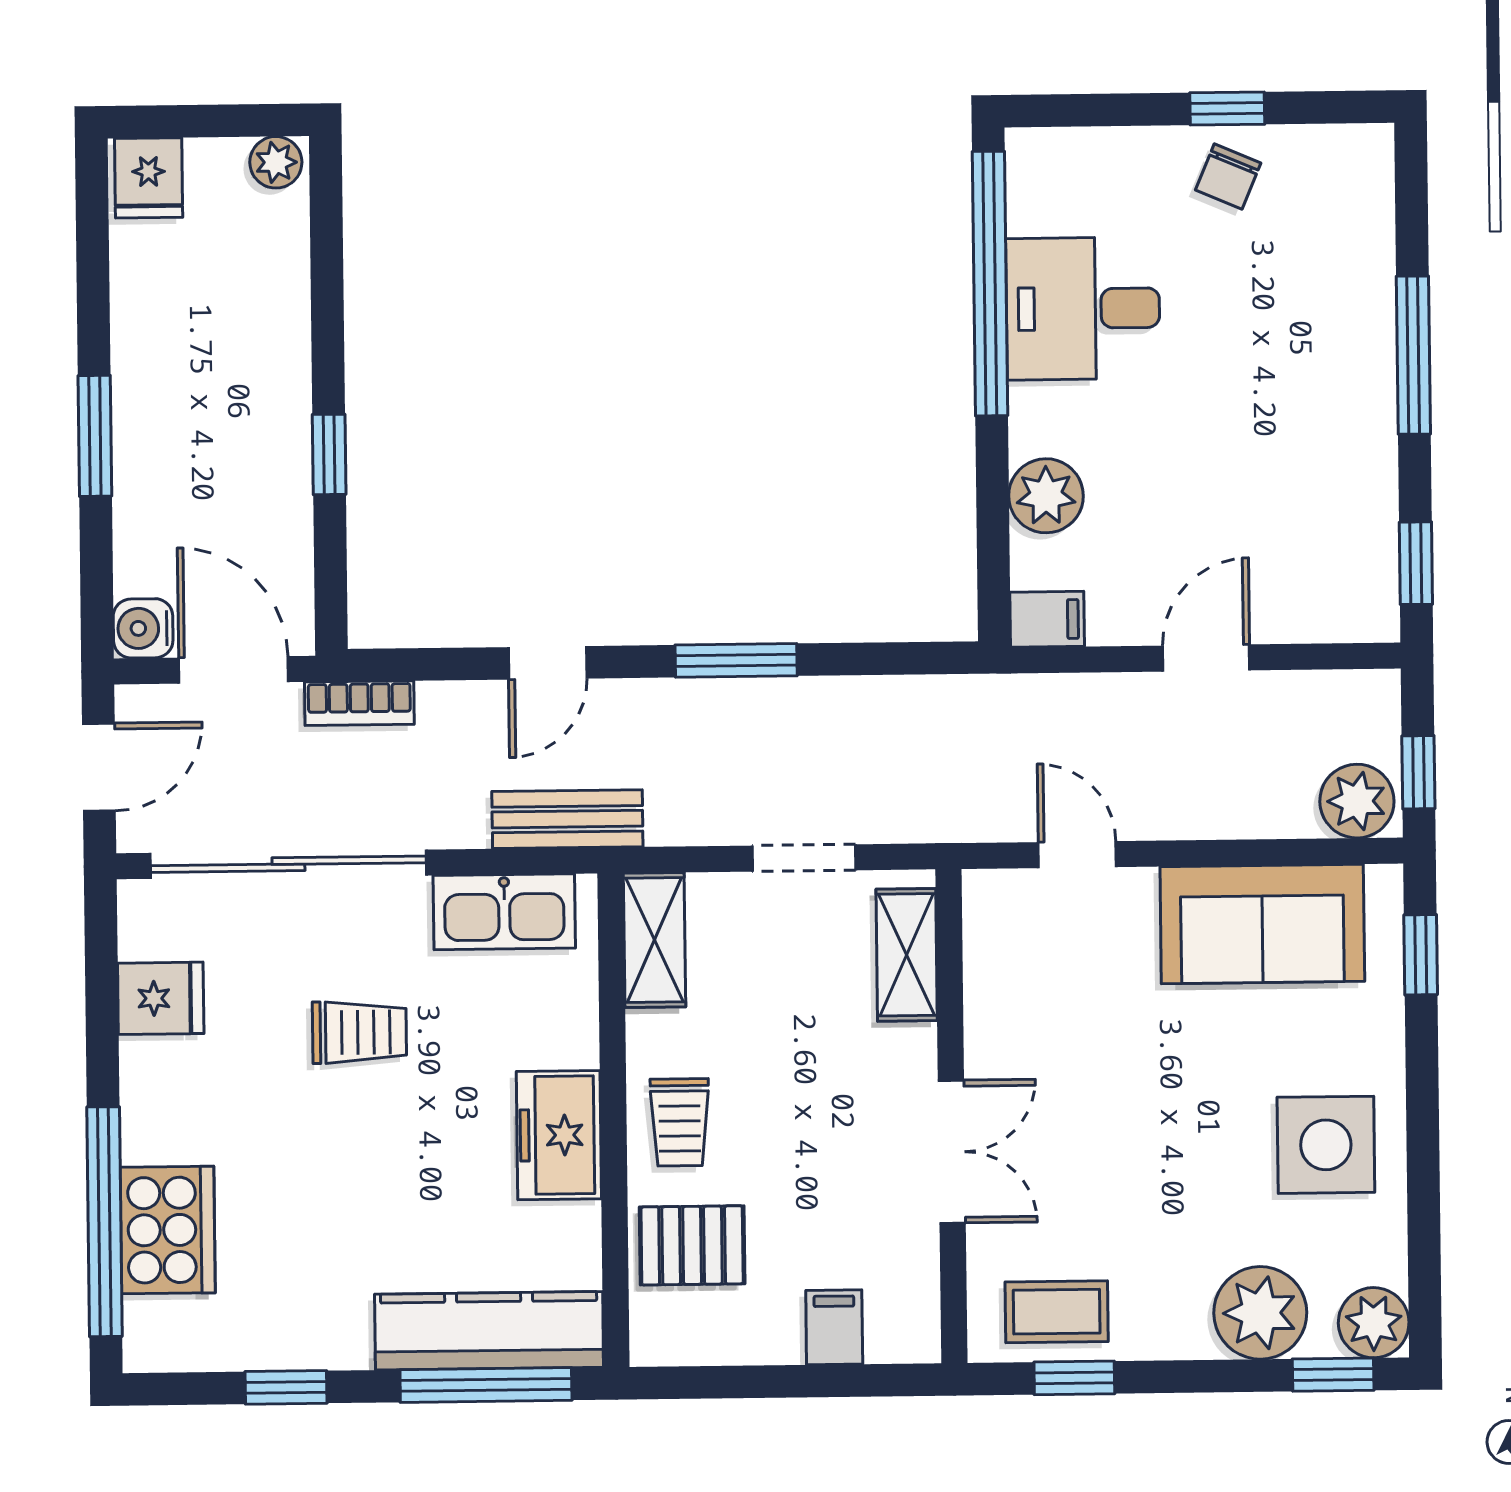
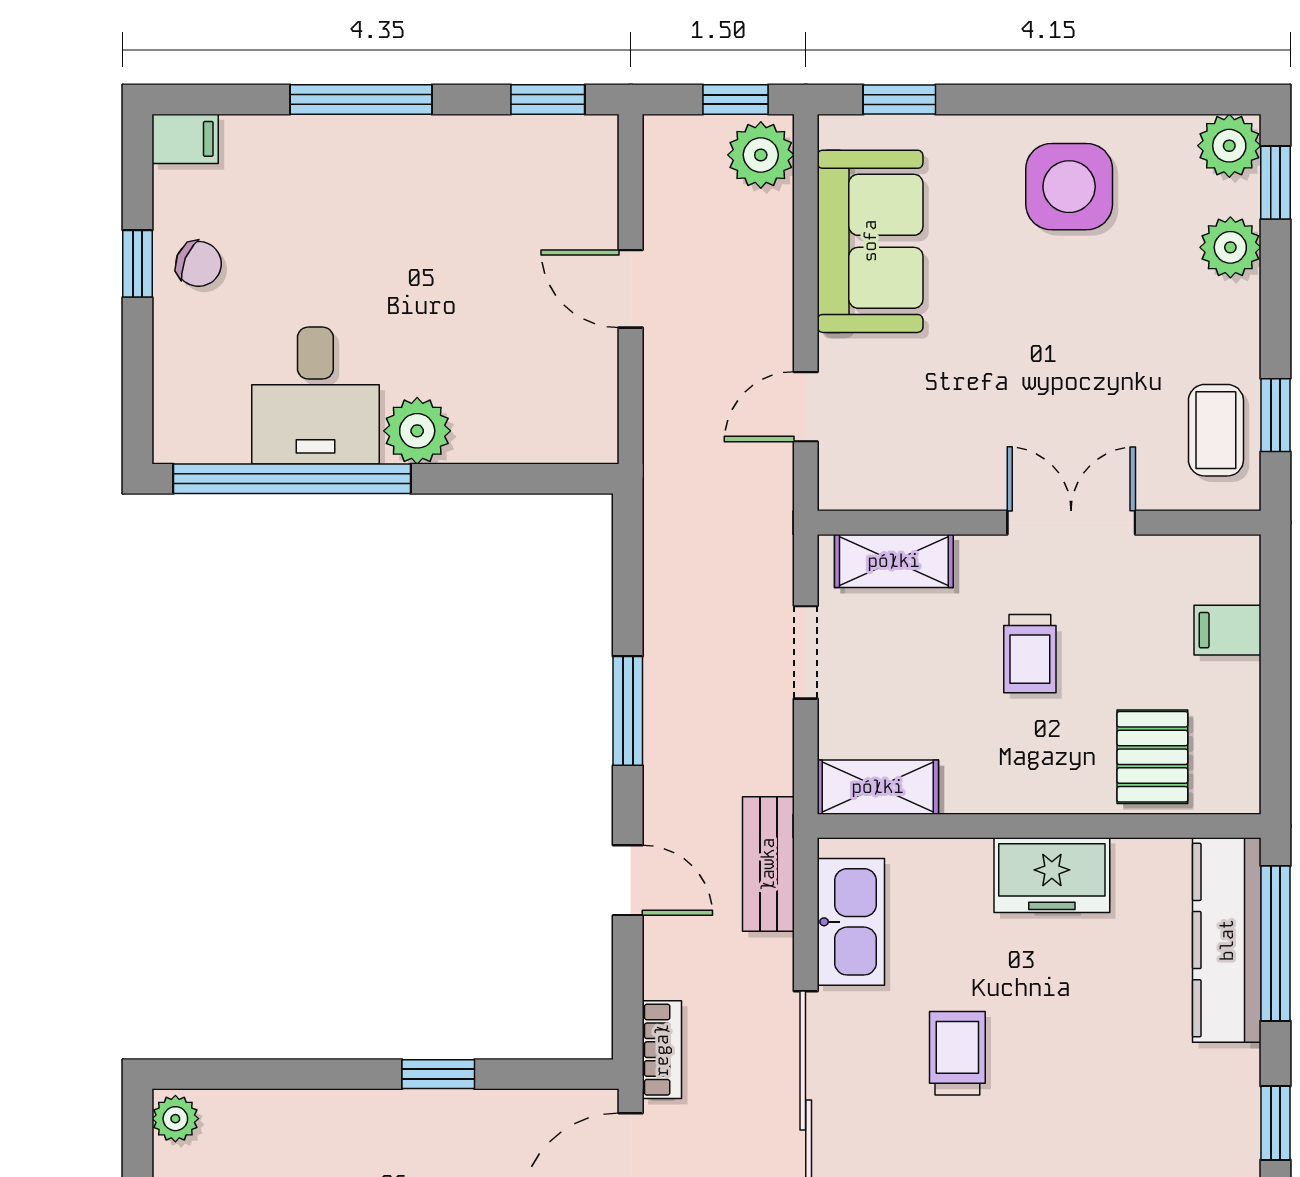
plant: (1046, 496) -> (417, 431), moved
filing cabinet: (1047, 619) -> (185, 139), moved, turned 90
trolley: (680, 1122) -> (1030, 654), moved, turned 90
plant: (1260, 1313) -> (1230, 247), width x0.73, depth x0.73

